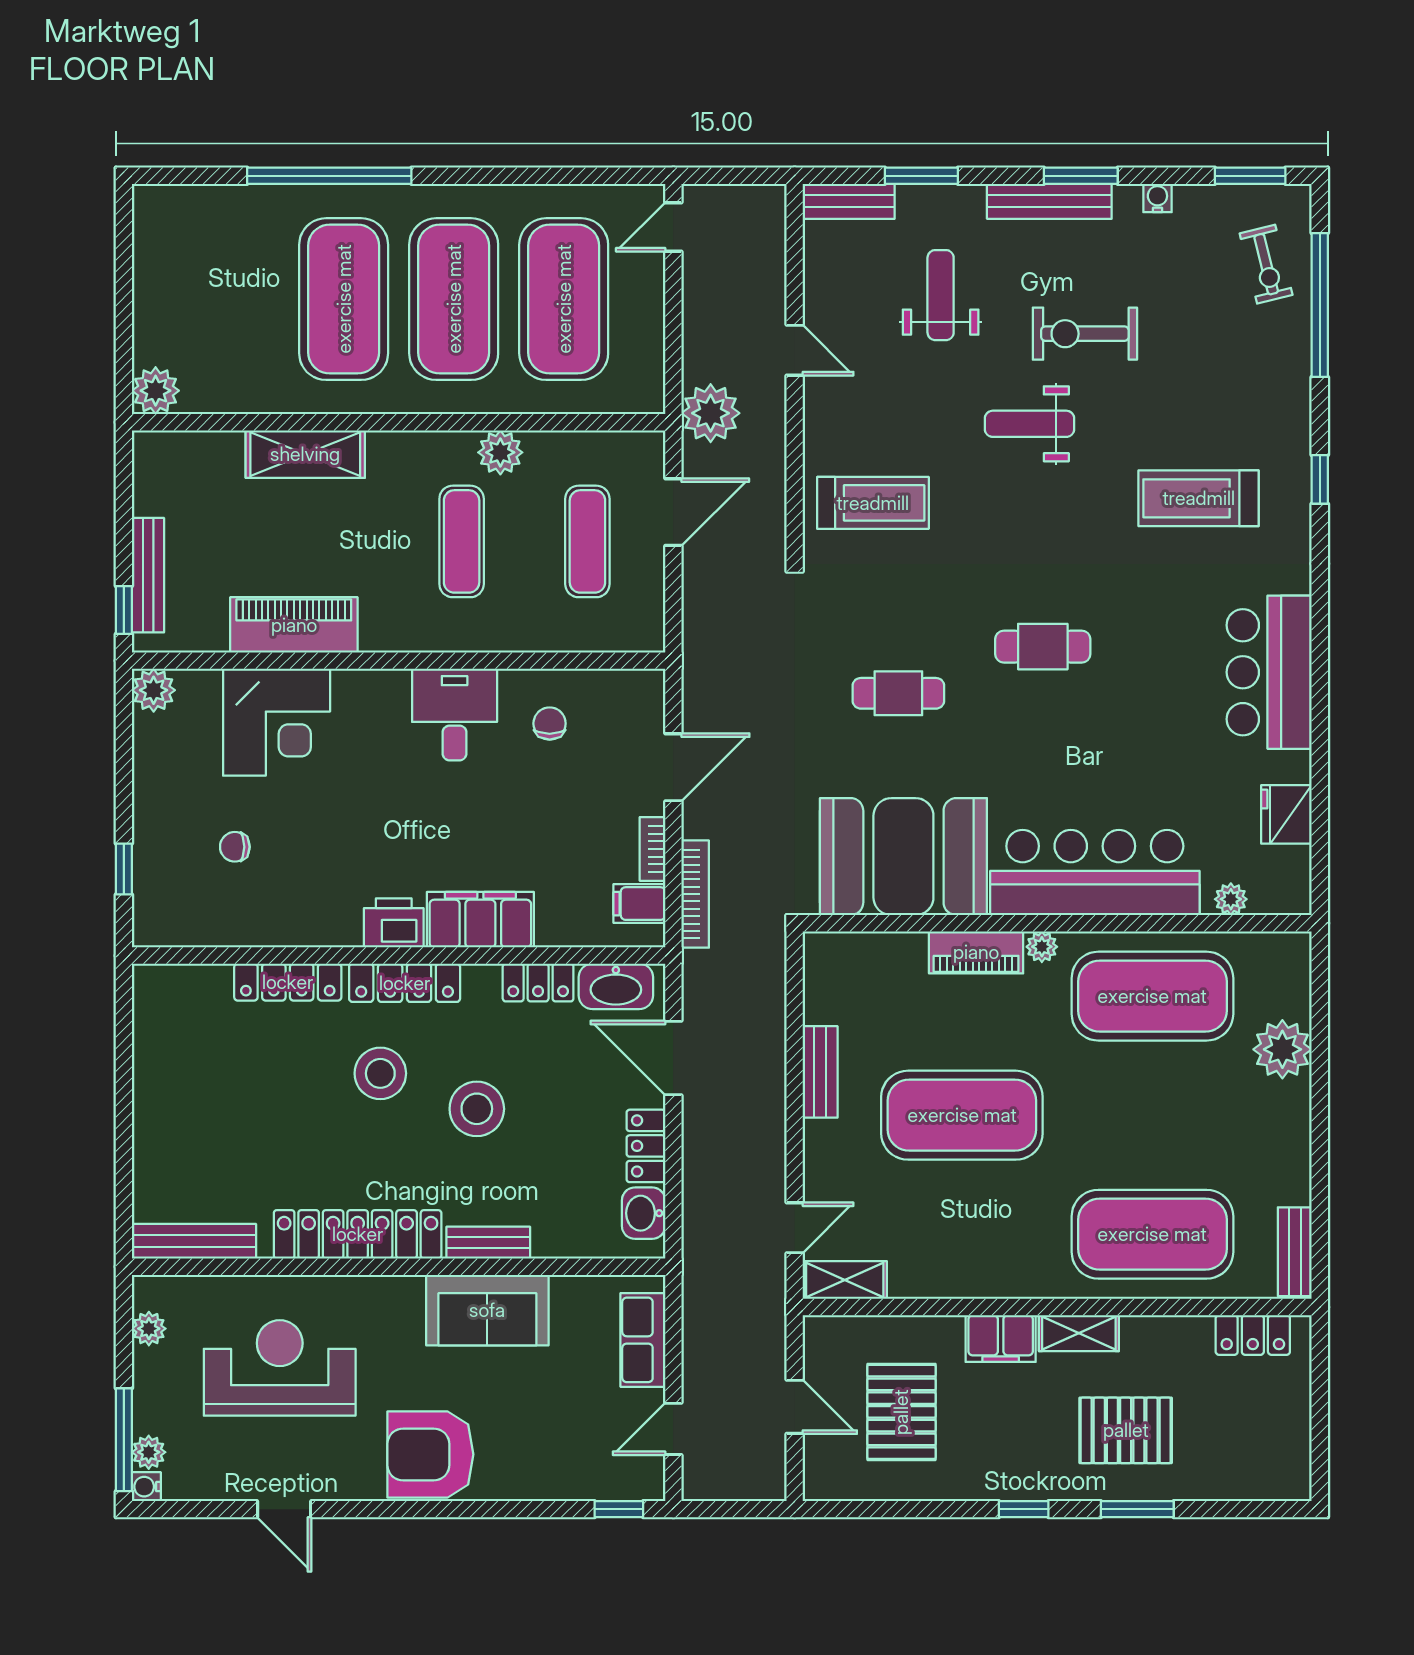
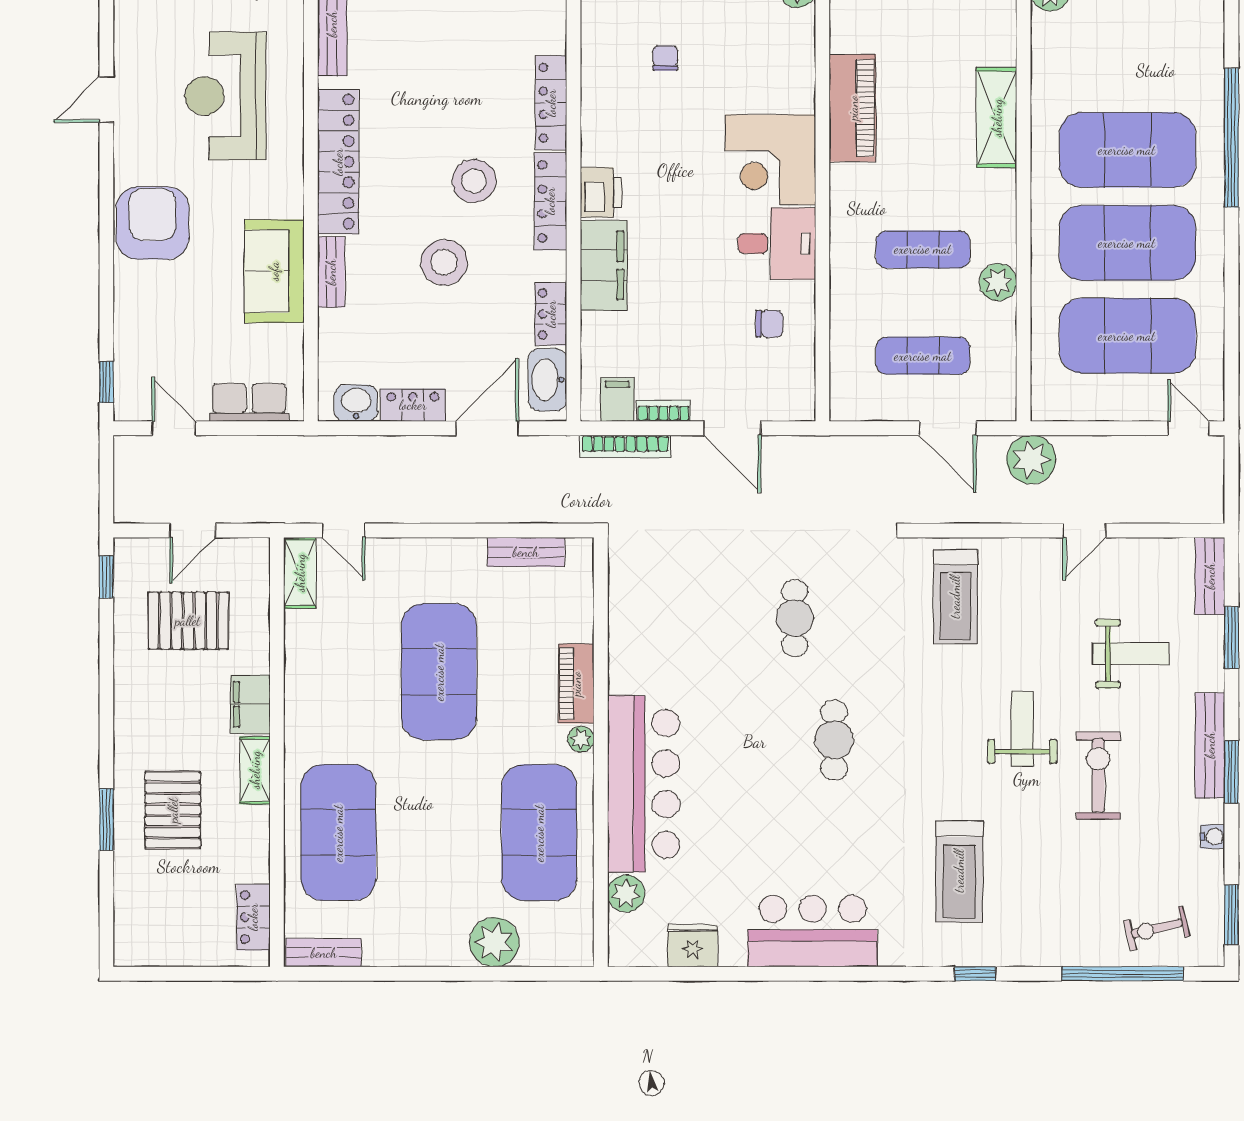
treadmill: (1199, 498) -> (959, 871), turned 180
corner desk: (277, 722) -> (770, 160), moved
booth: (903, 857) -> (657, 622), removed
plant: (1231, 899) -> (626, 893), width x1.38, depth x1.38
bench: (820, 1072) -> (526, 552), moved
reception desk: (280, 1368) -> (225, 96), turned 180
window: (1024, 1509) -> (106, 577), moved

